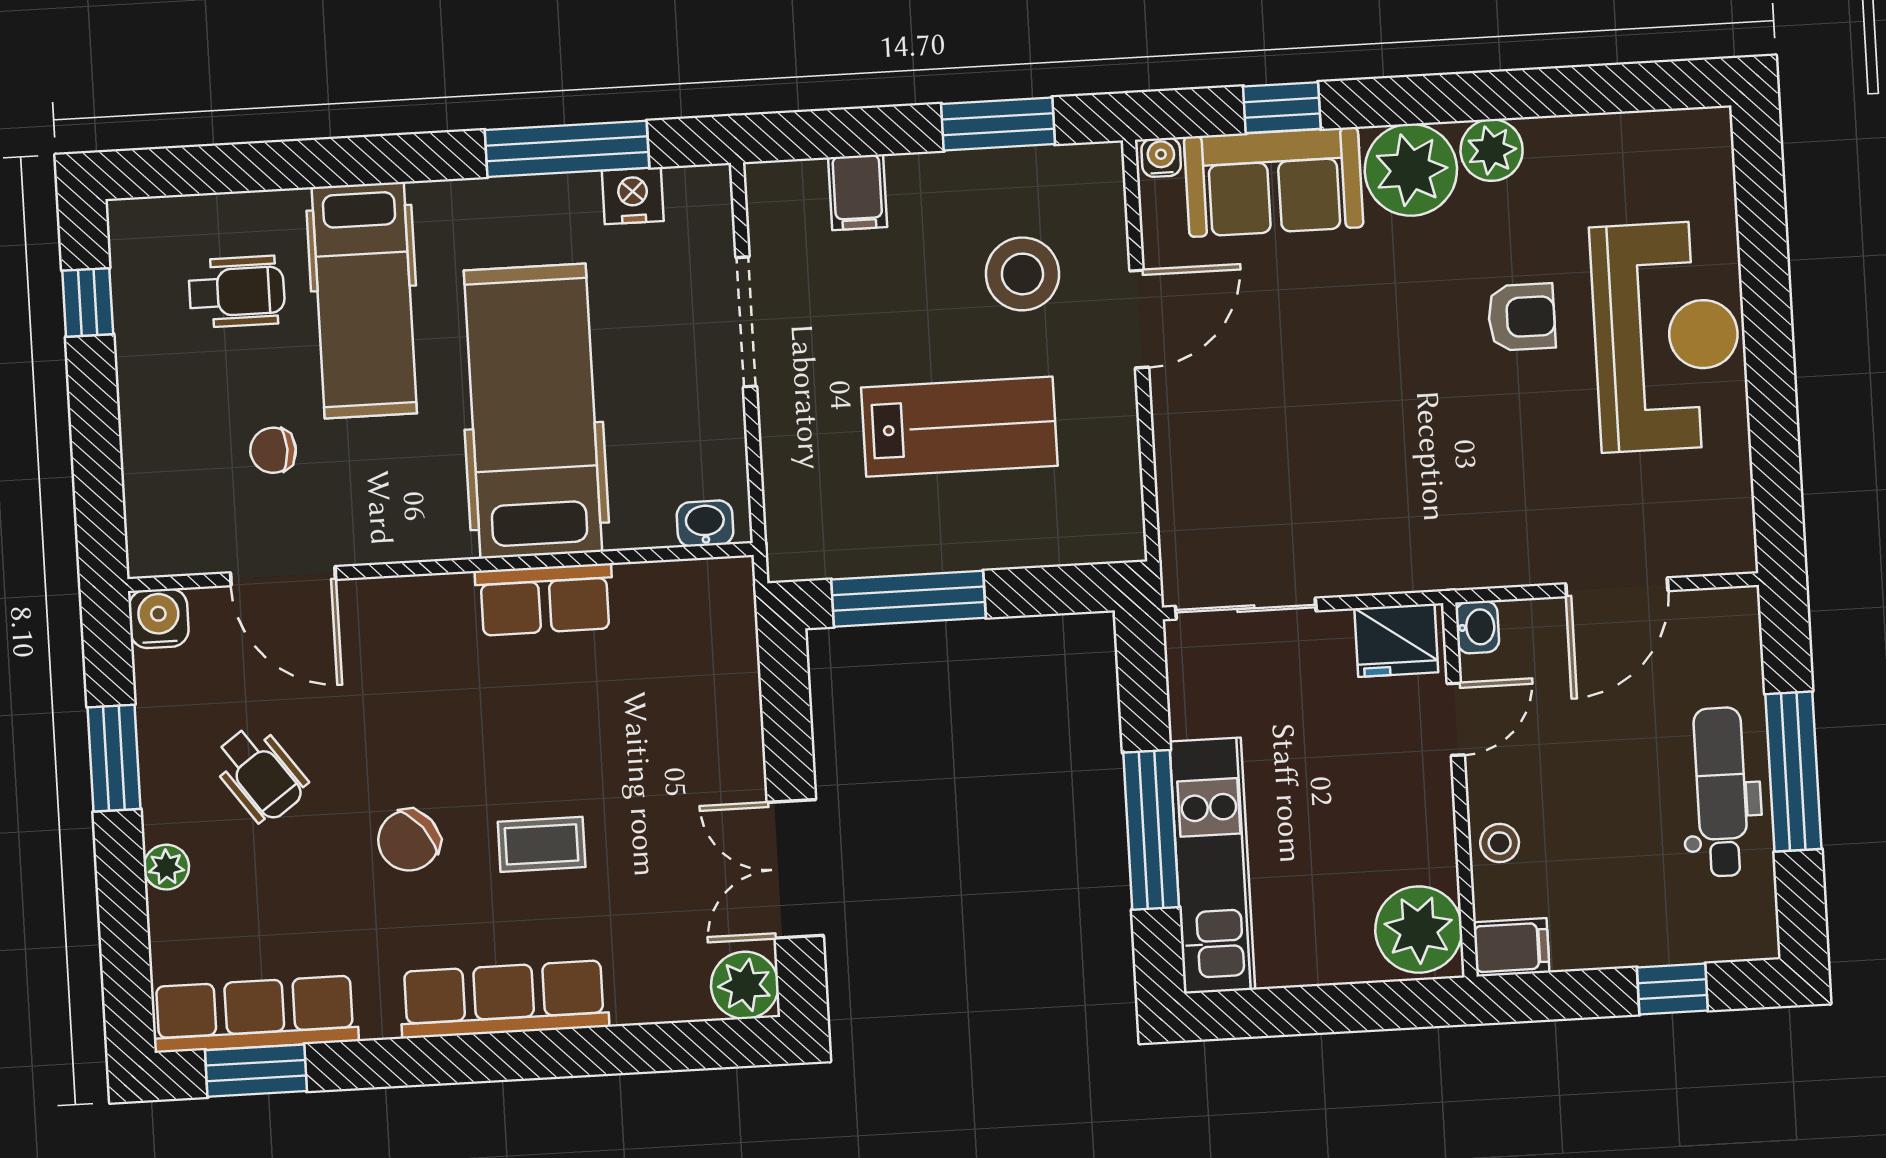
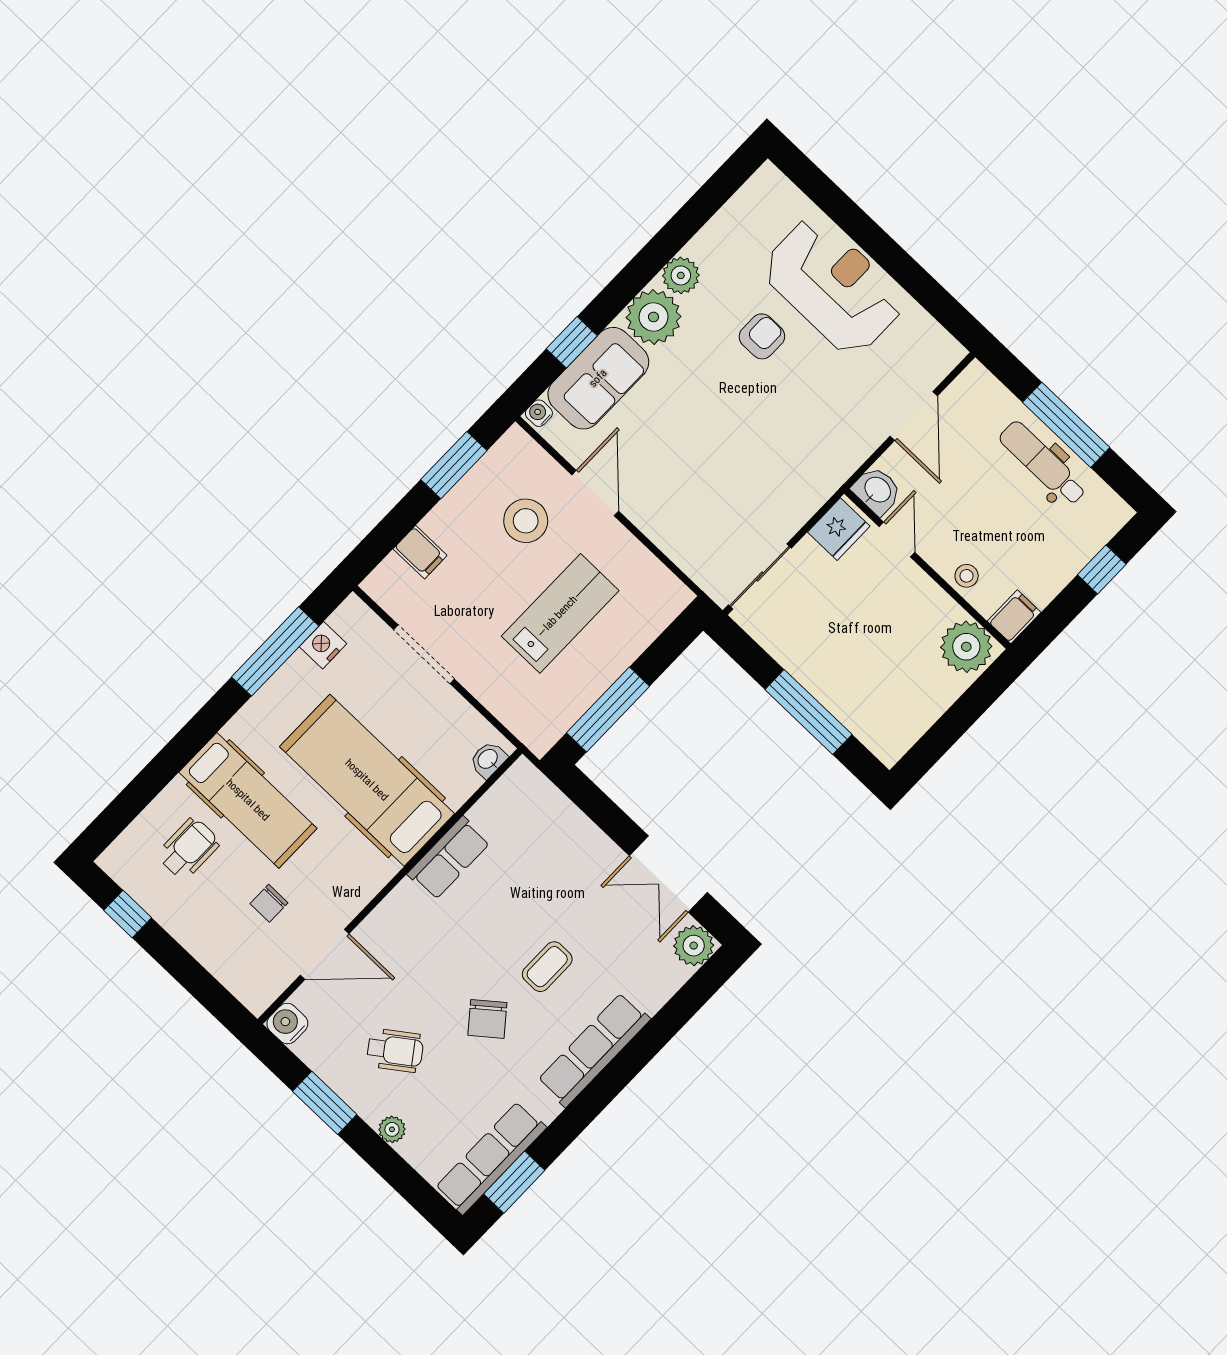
washbasin: (1477, 627) -> (877, 490), width x1.38, depth x1.45
kitchen unit: (1212, 865) -> (850, 703), removed

